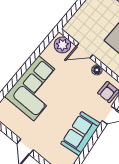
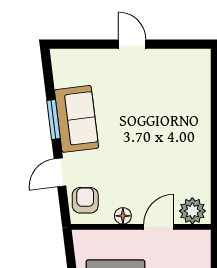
corner sofa: (36, 88) -> (180, 129), removed
window: (92, 142) -> (54, 119), added

